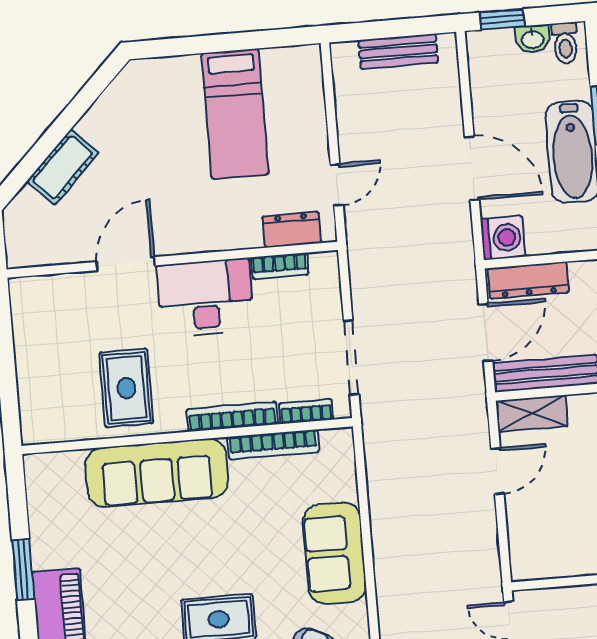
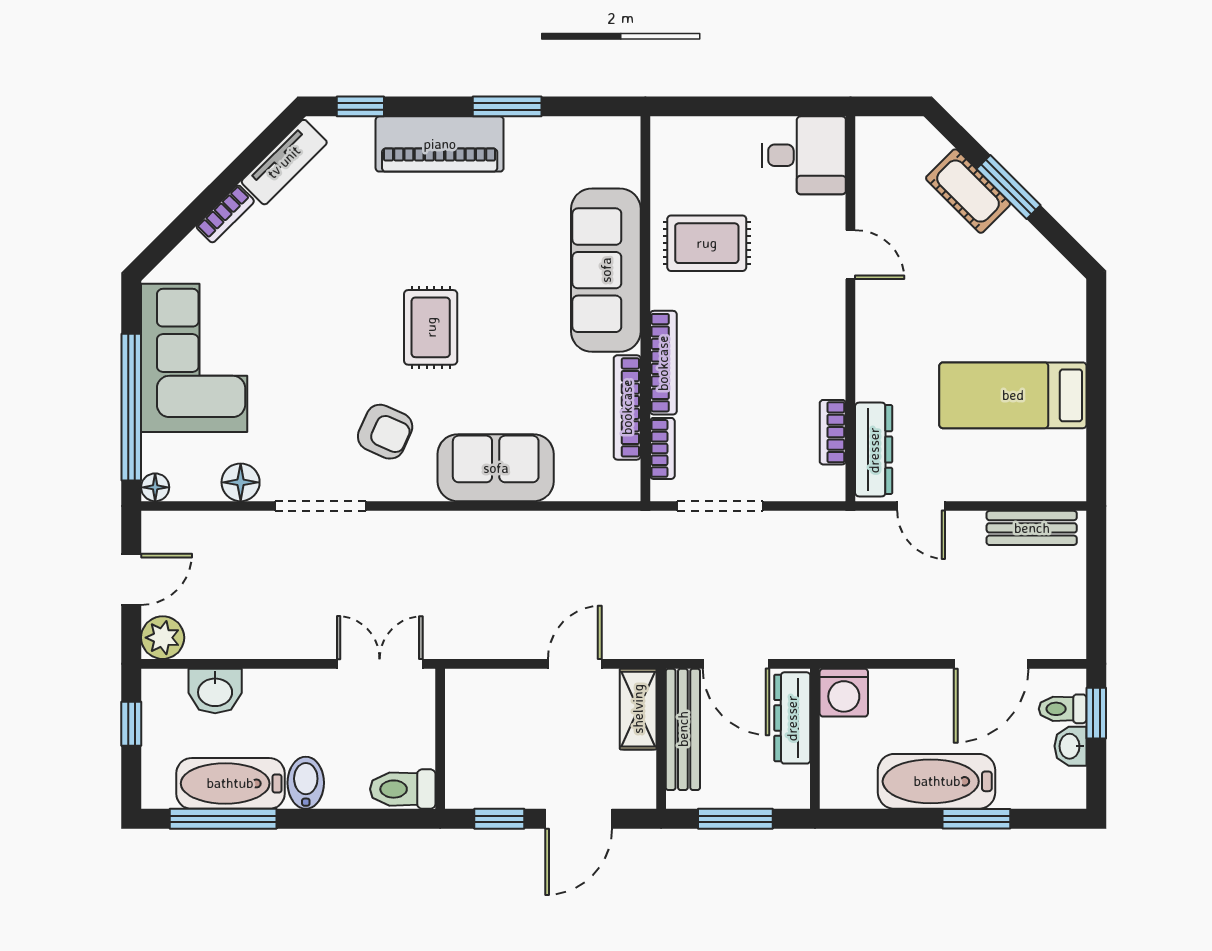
toilet: (565, 43) -> (1063, 709), moved
bench: (398, 51) -> (1032, 528), moved, turned 90
window: (56, 133) -> (1008, 187), added
door: (472, 168) -> (991, 664), moved
dresser: (292, 230) -> (874, 450), width x1.44
door: (126, 264) -> (850, 255), width x0.73
desk: (205, 298) -> (804, 155), moved, width x0.73
door: (497, 471) -> (575, 664), swing flipped

